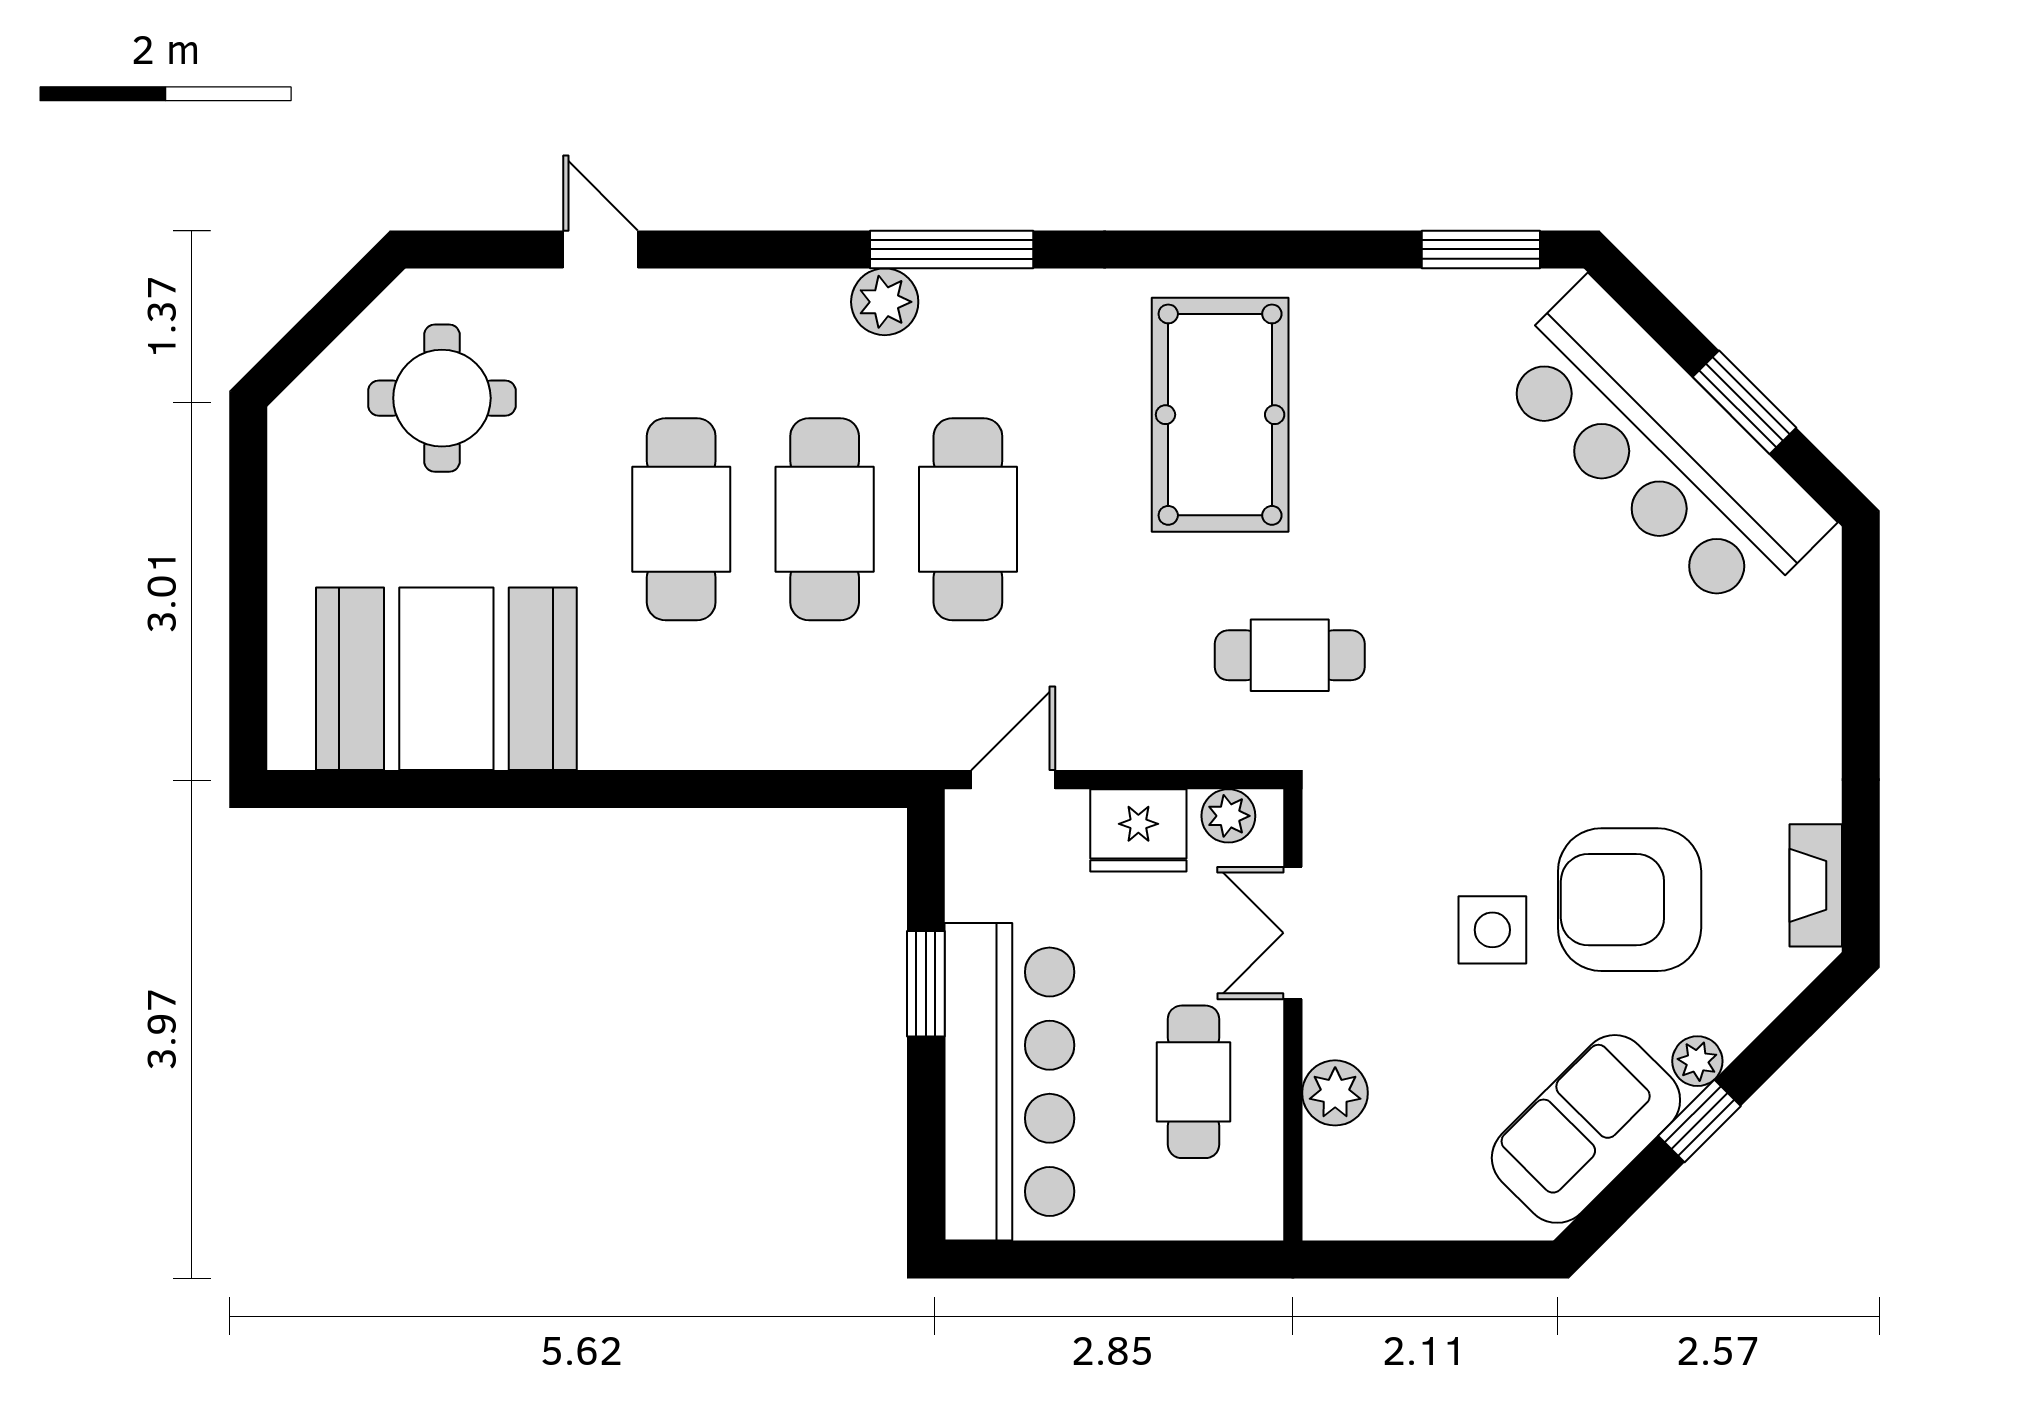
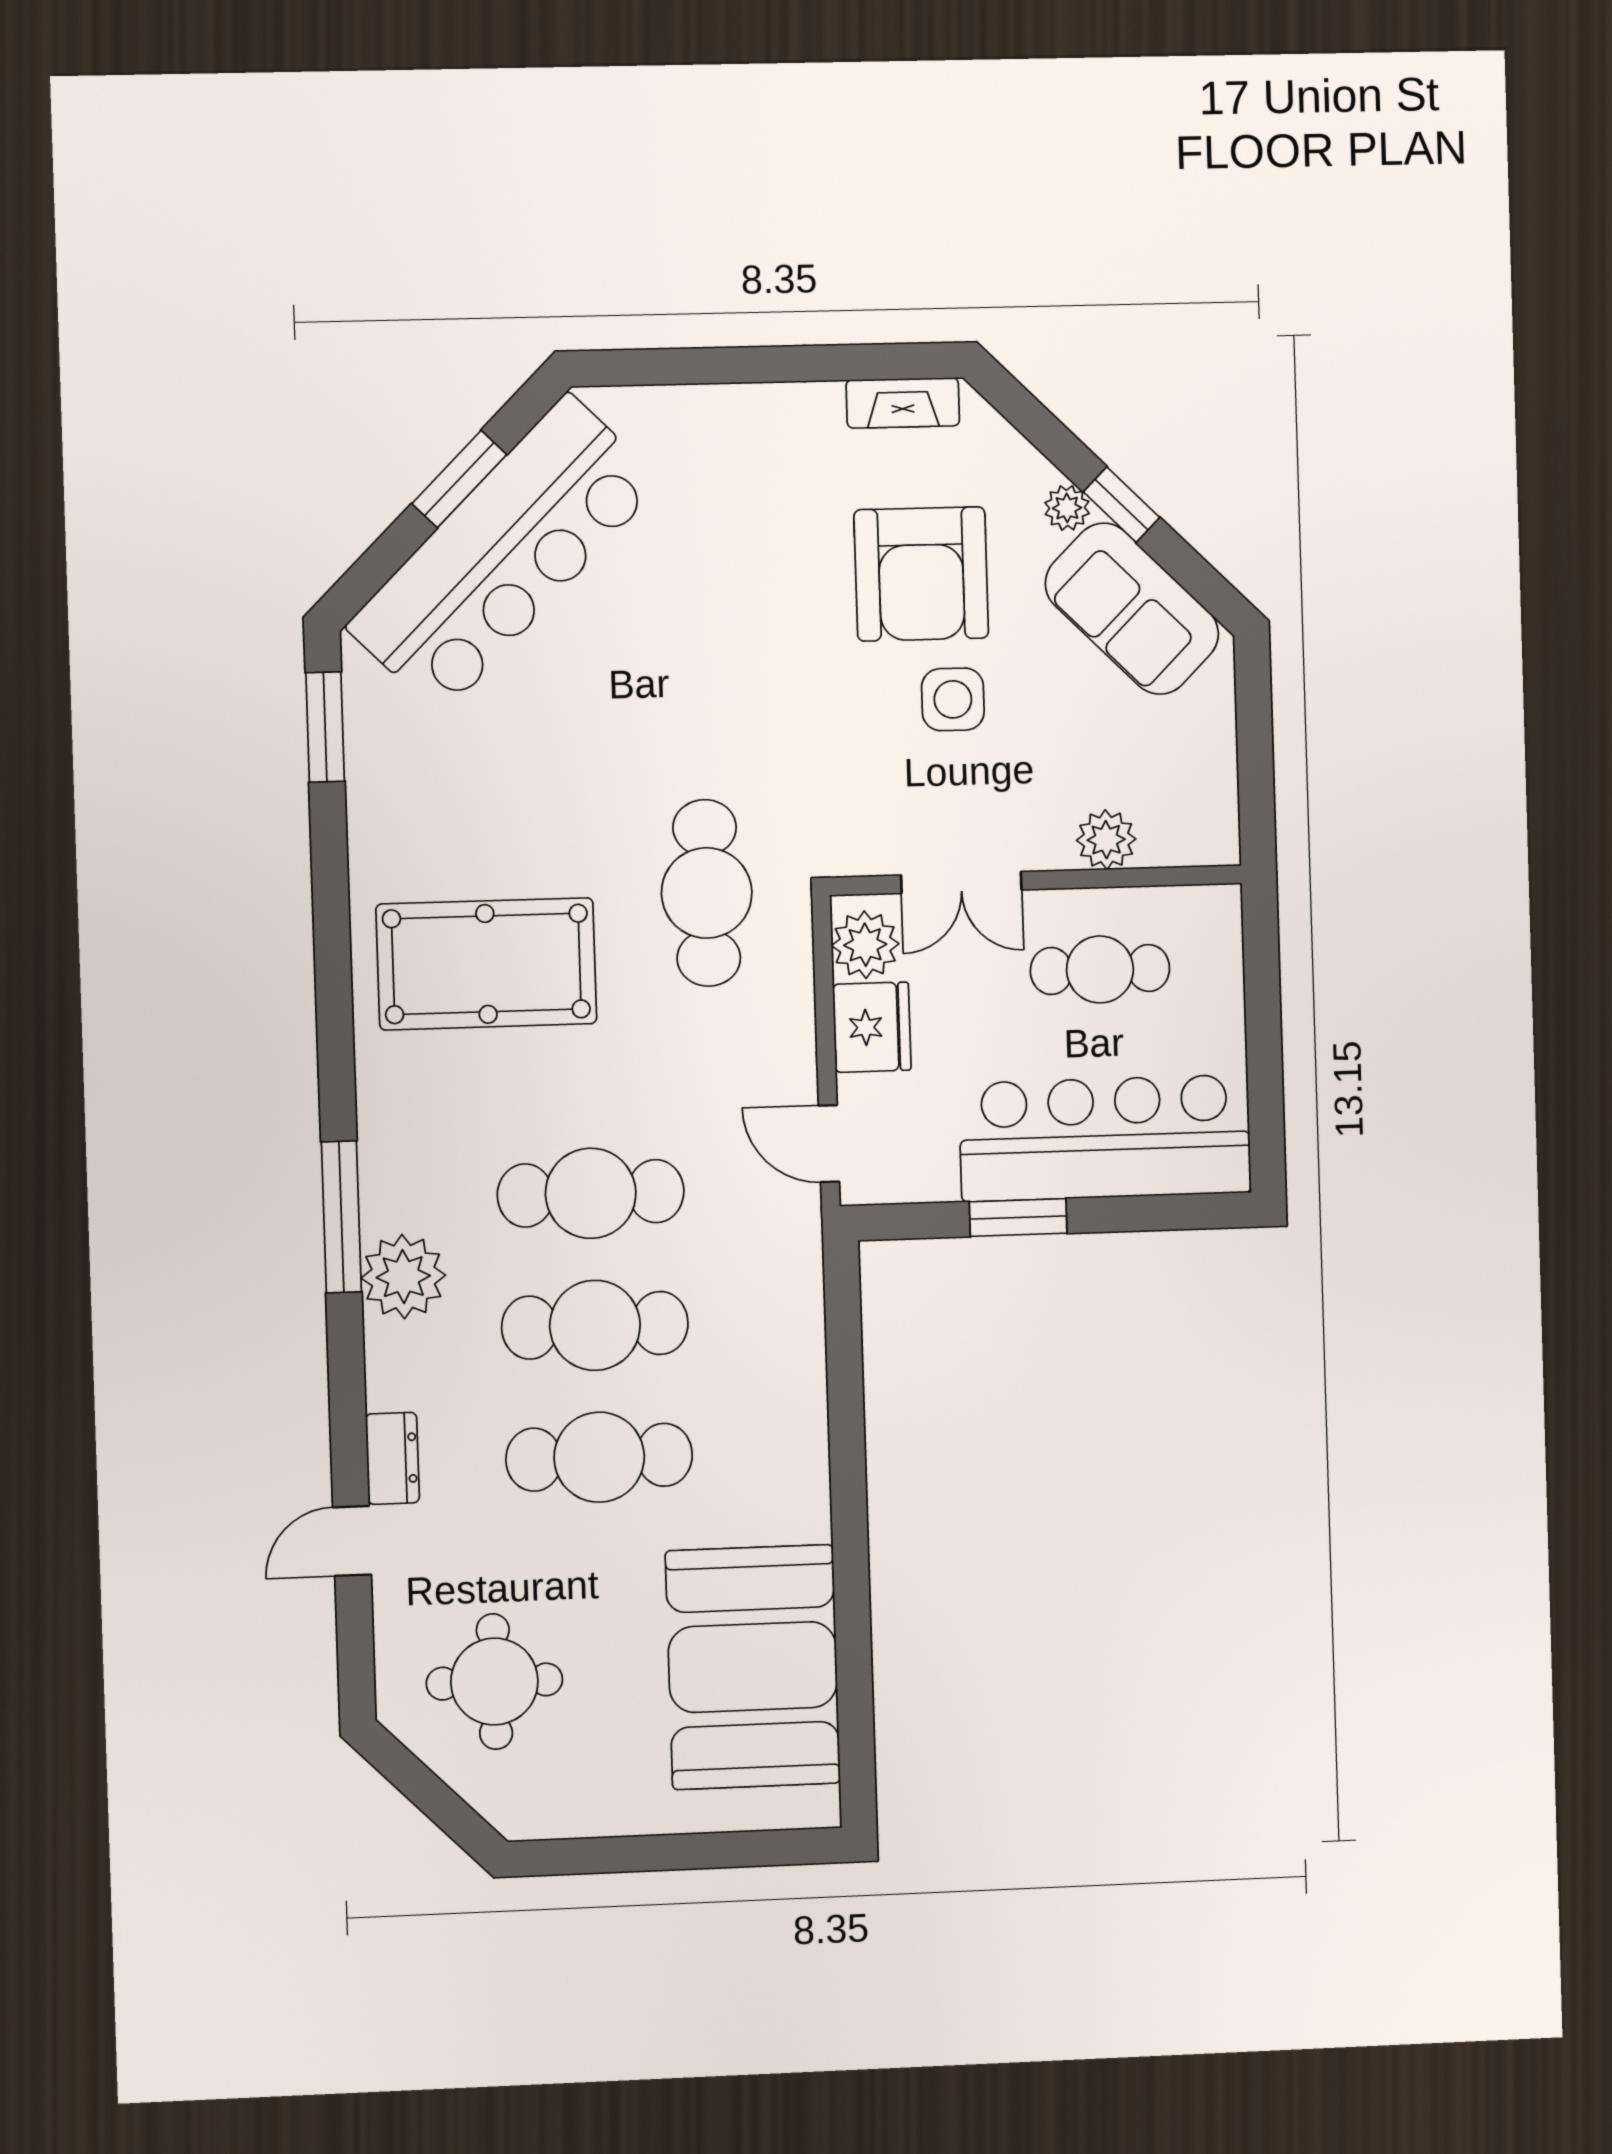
dresser: (688, 296) -> (392, 1458), added
plant: (885, 302) -> (403, 1277), width x1.36, depth x1.36
cafe table: (1290, 655) -> (707, 893), width x1.37, depth x1.35
plant: (1228, 816) -> (865, 945), width x1.38, depth x1.38

